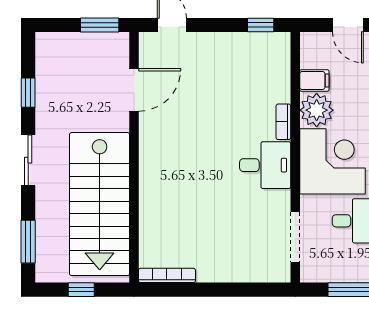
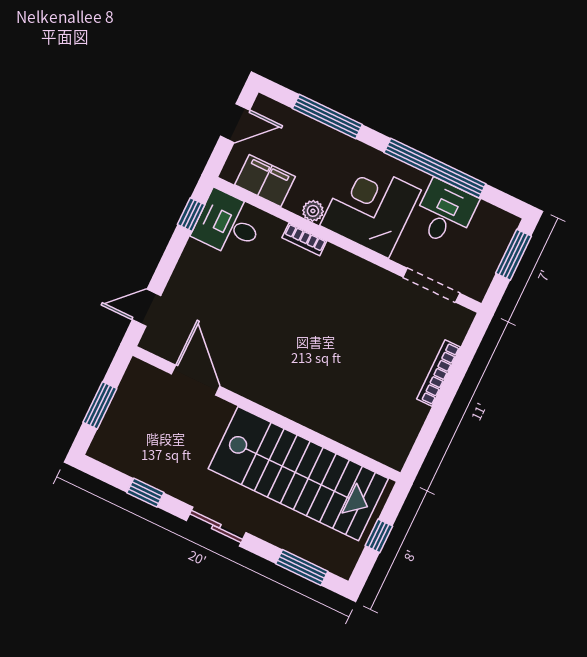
window: (100, 25) -> (100, 405), moved
filing cabinet: (314, 80) -> (265, 181), width x2.00
plant: (317, 110) -> (313, 211), width x0.53, depth x0.53
desk: (265, 165) -> (228, 224), moved, turned -90
bookcase: (167, 275) -> (439, 373), moved

